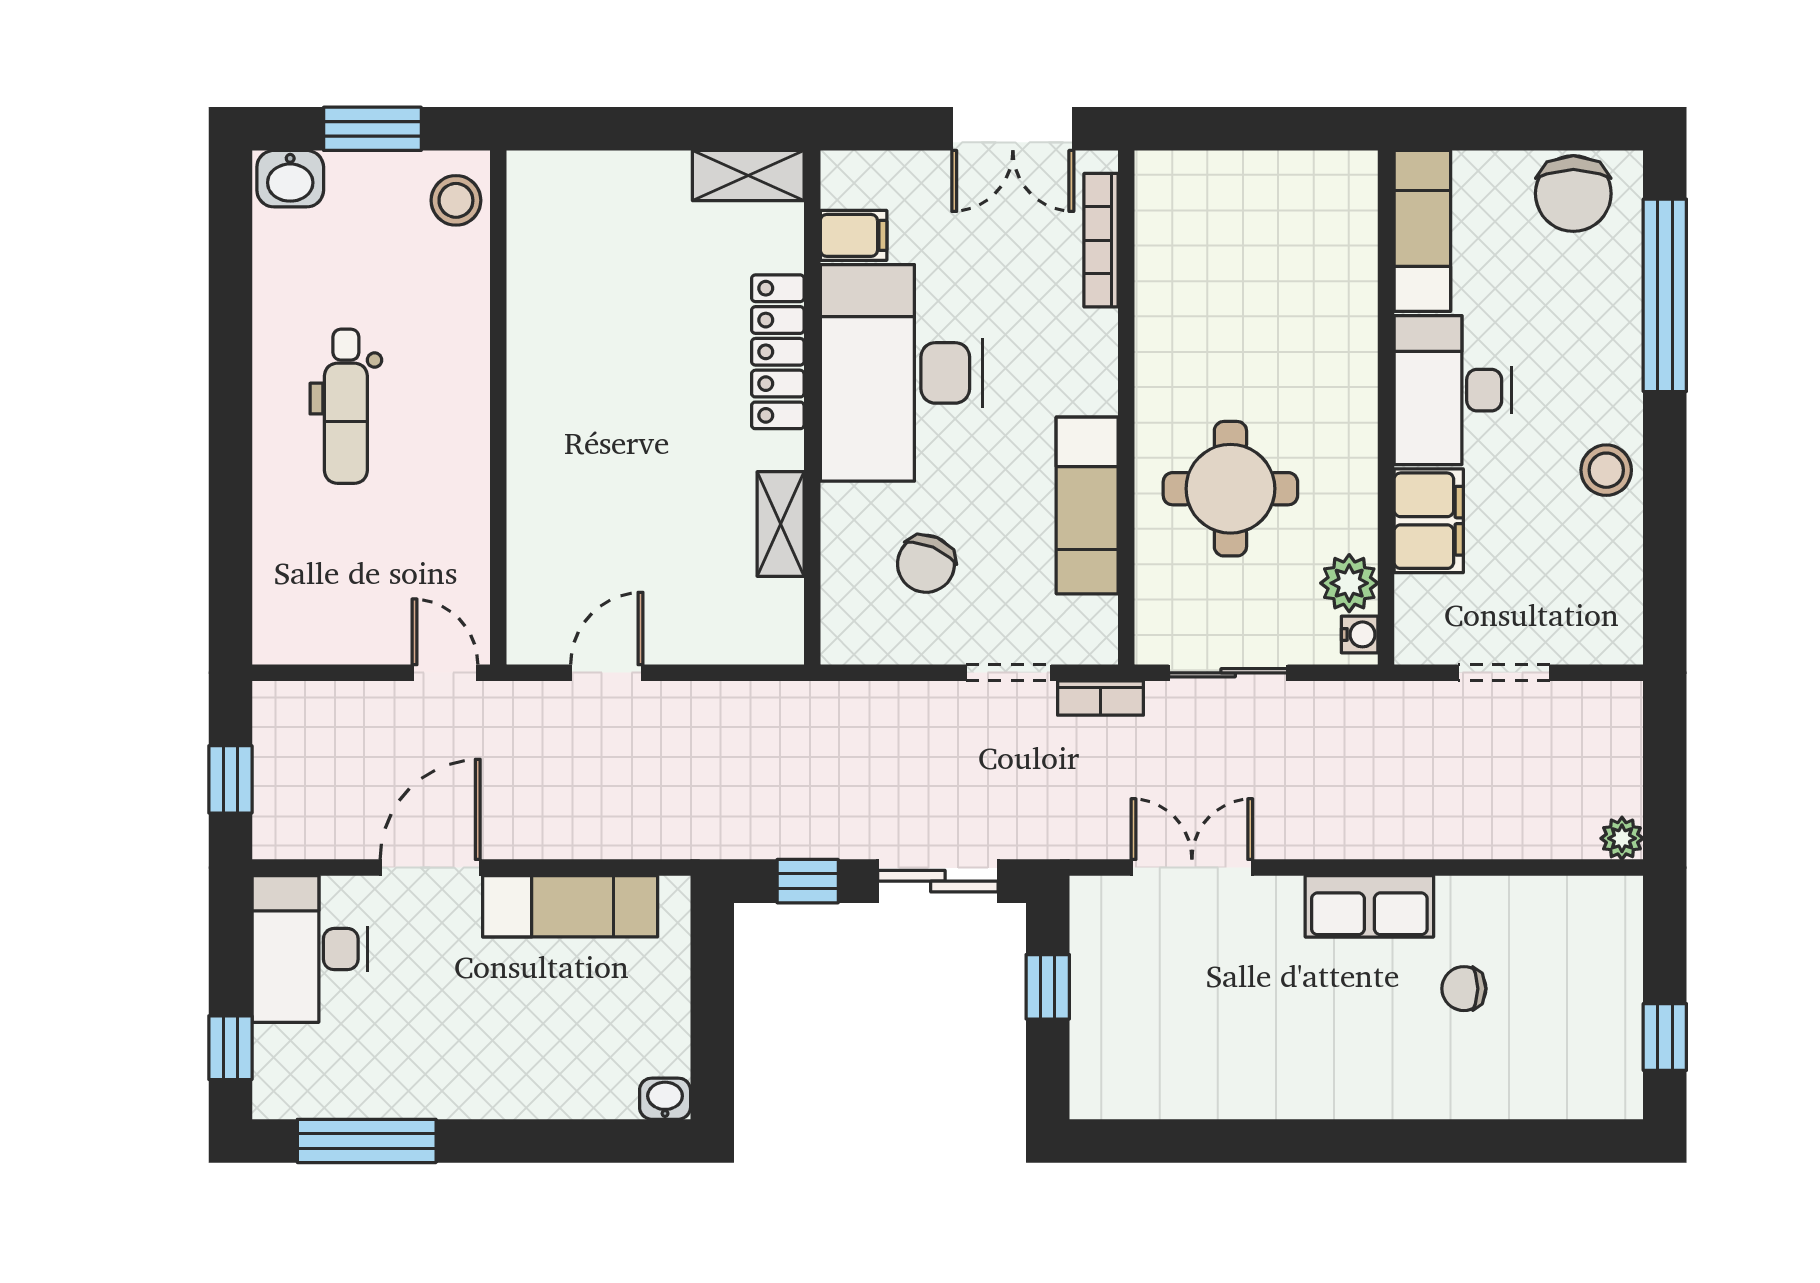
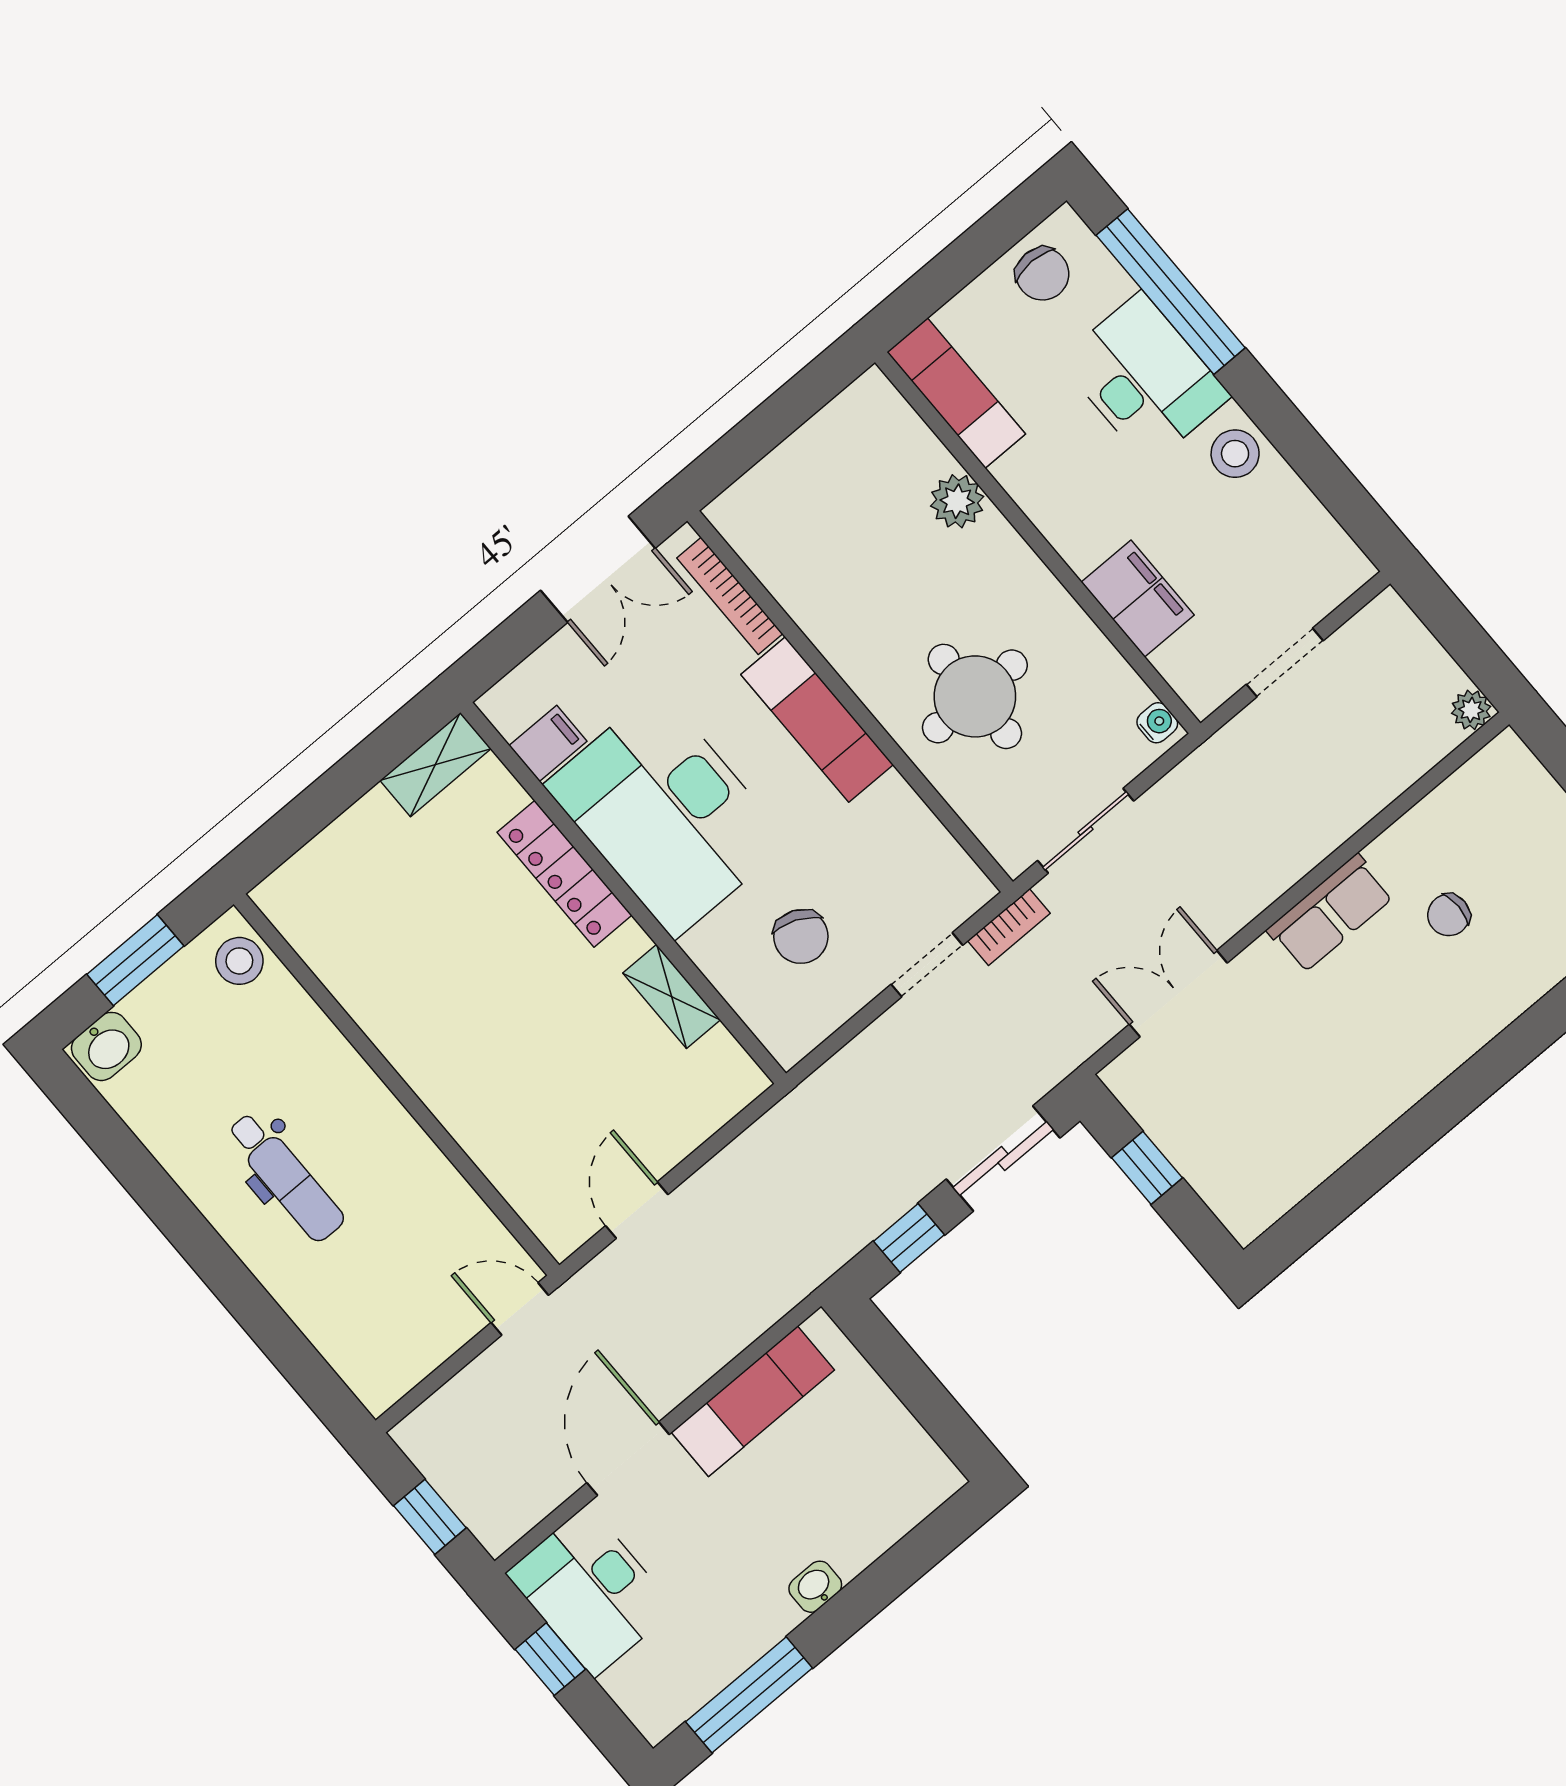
chair: (1573, 194) -> (1042, 274), width x0.73, depth x0.73
desk: (1453, 390) -> (1145, 378), moved, turned 180
exam couch: (1087, 505) -> (817, 720), moved
plant: (1349, 583) -> (957, 501), moved
window: (230, 1048) -> (550, 1659), moved
washbasin: (665, 1099) -> (815, 1587), moved

